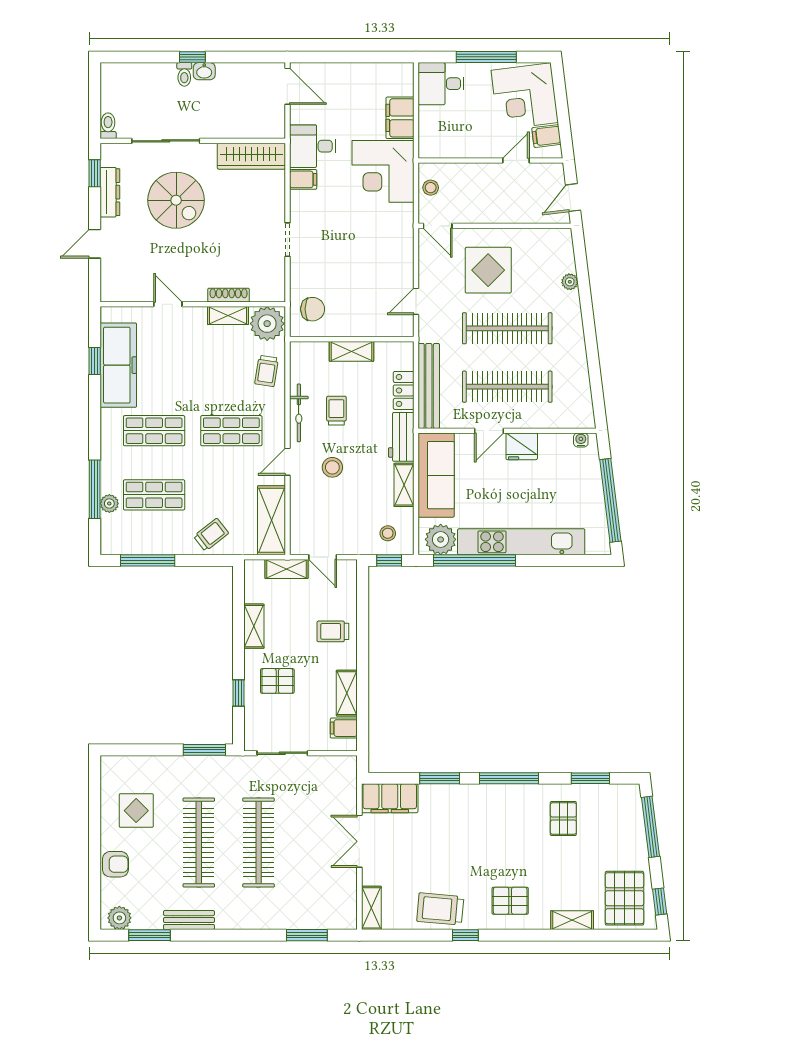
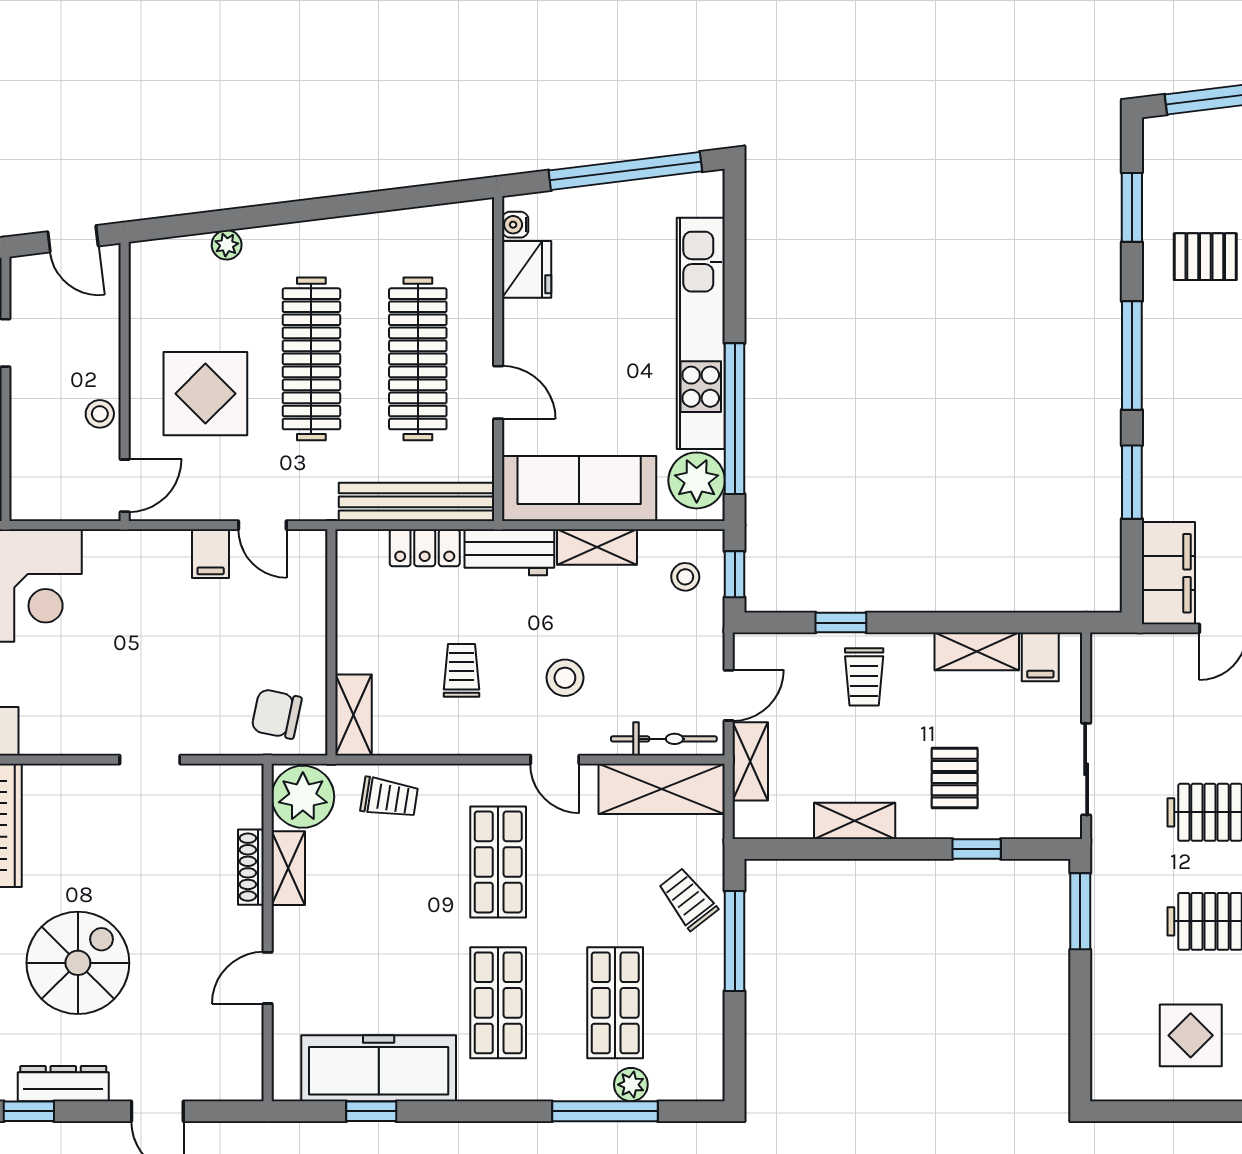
filing cabinet: (303, 179) -> (211, 554), moved, turned 180
stool: (431, 188) -> (100, 414), moved
chair: (313, 309) -> (277, 714), turned -78
shelving: (351, 351) -> (353, 715), moved
trolley: (336, 411) -> (462, 670), turned 90
bicycle: (299, 413) -> (664, 739), moved
fridge: (522, 446) -> (527, 269), moved
window: (148, 560) -> (735, 941), moved
window: (363, 619) -> (841, 623), added

